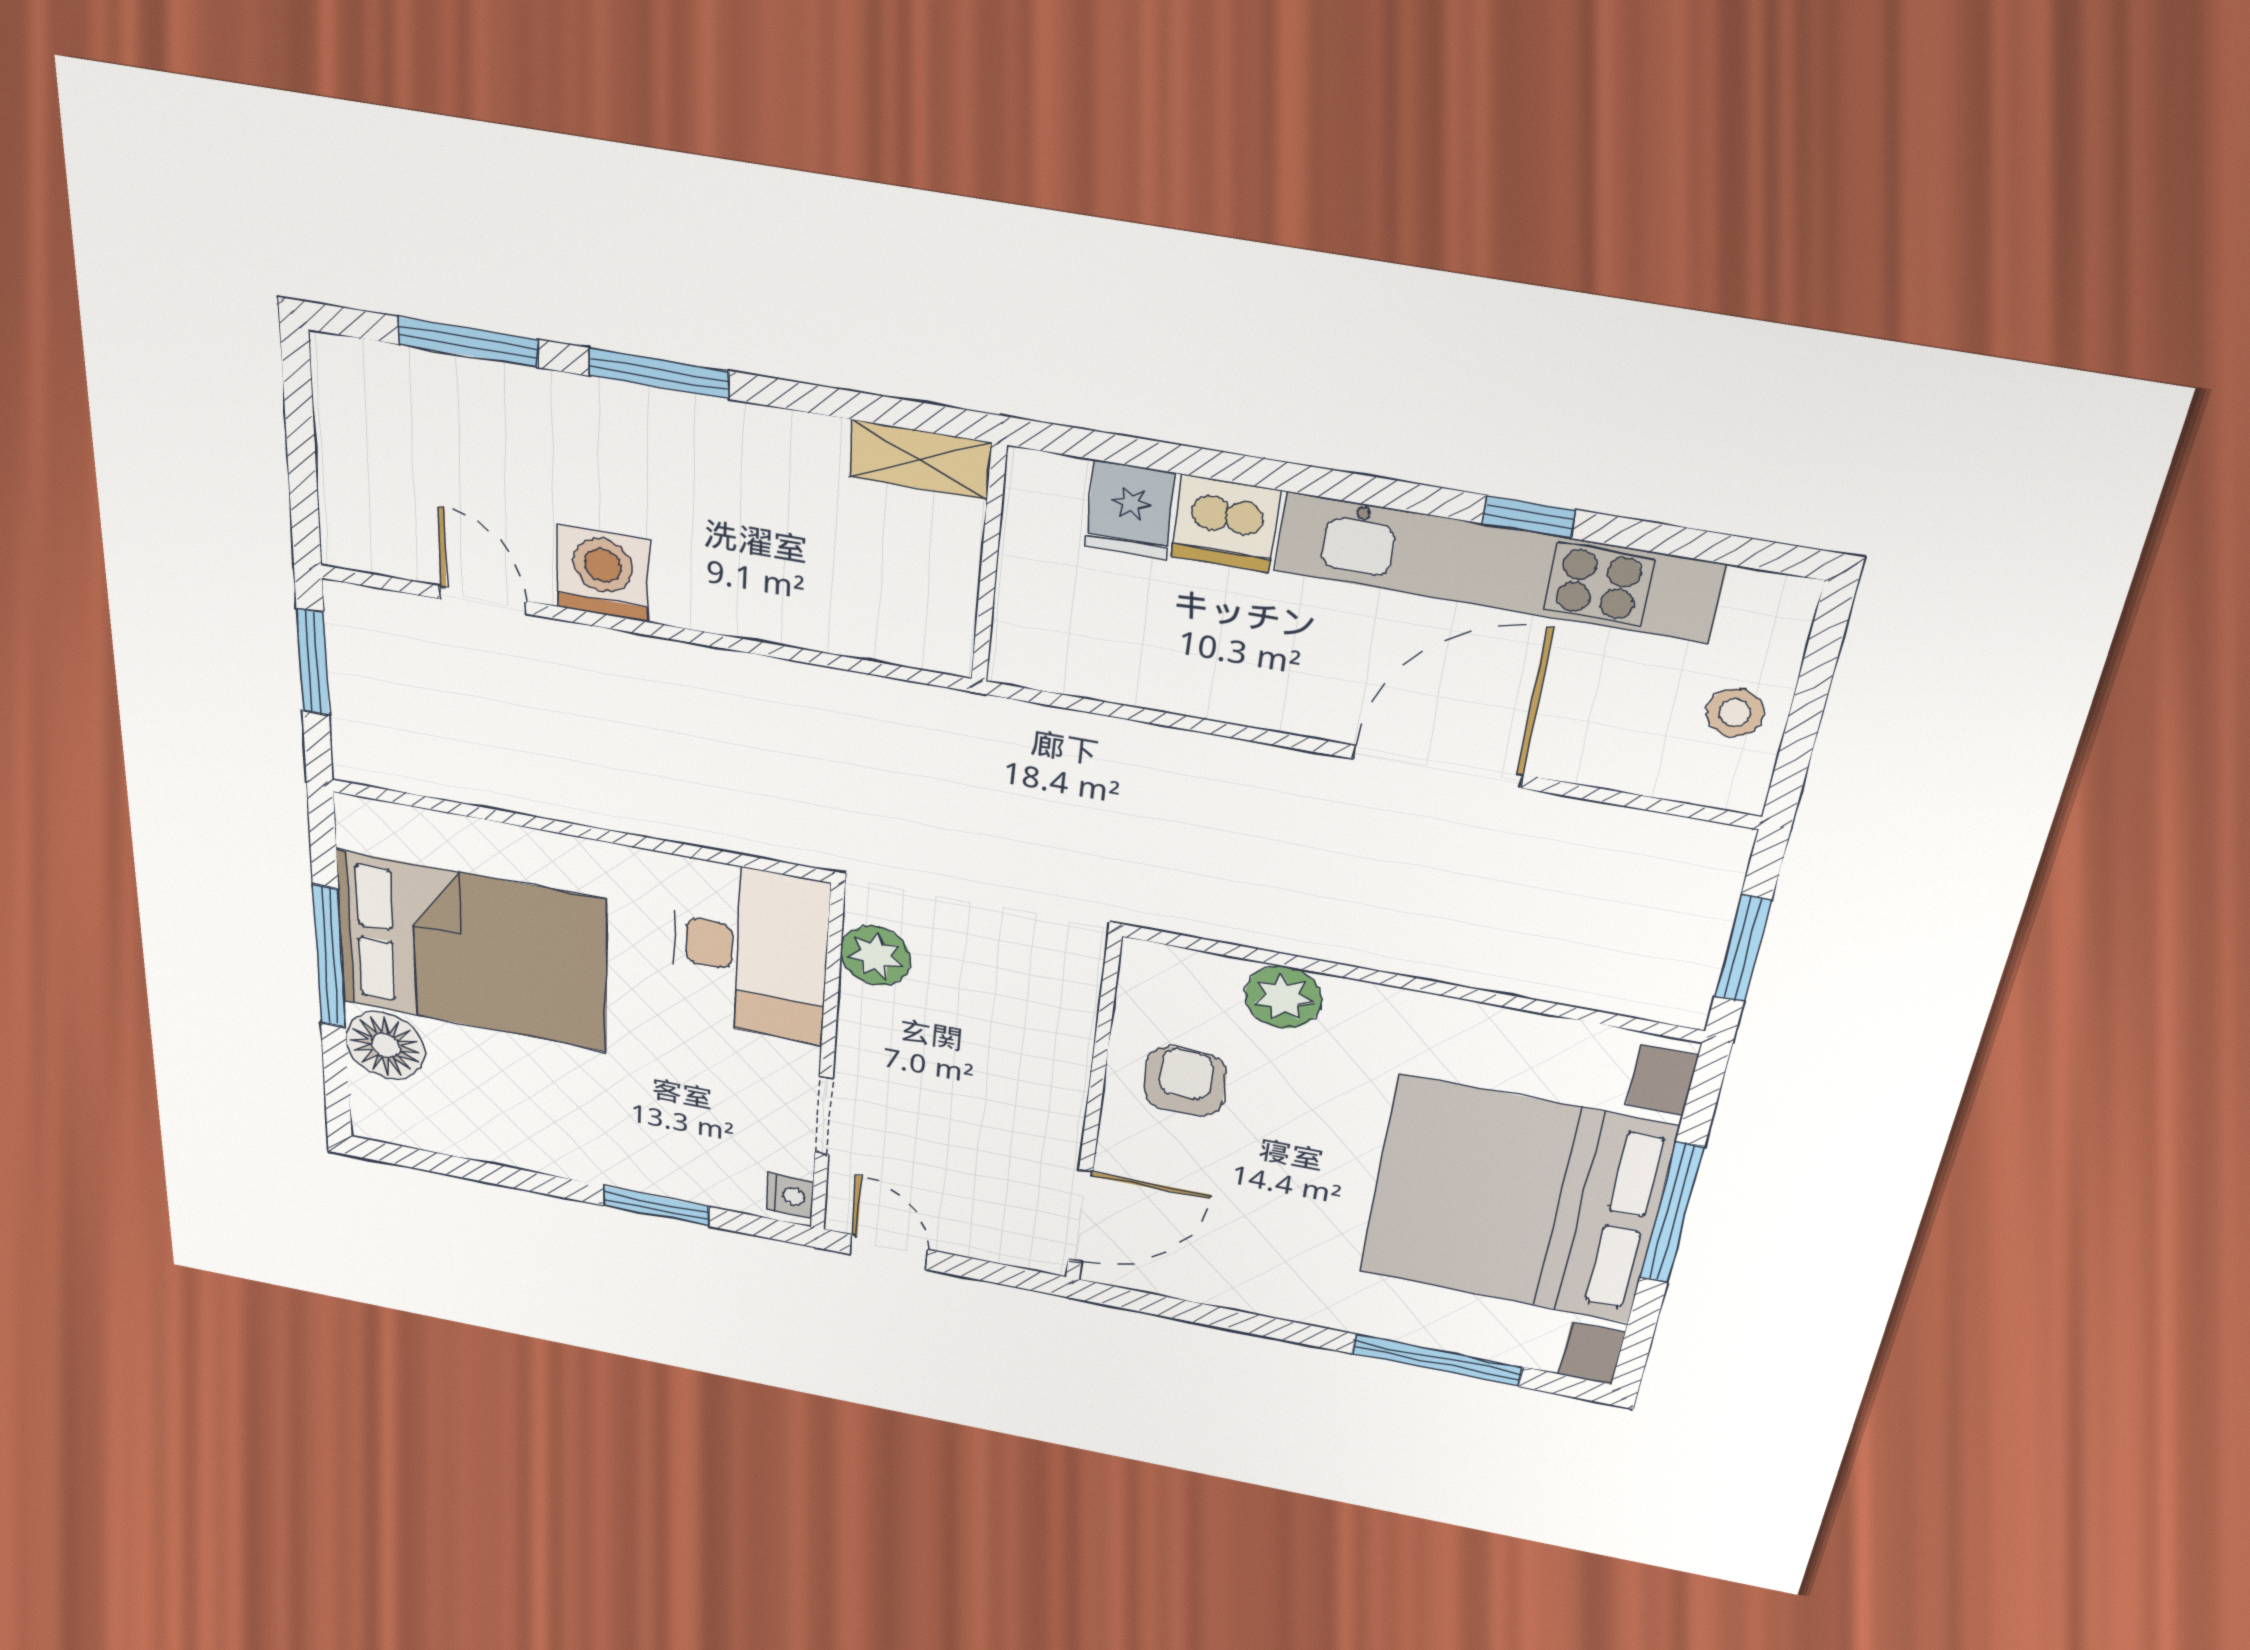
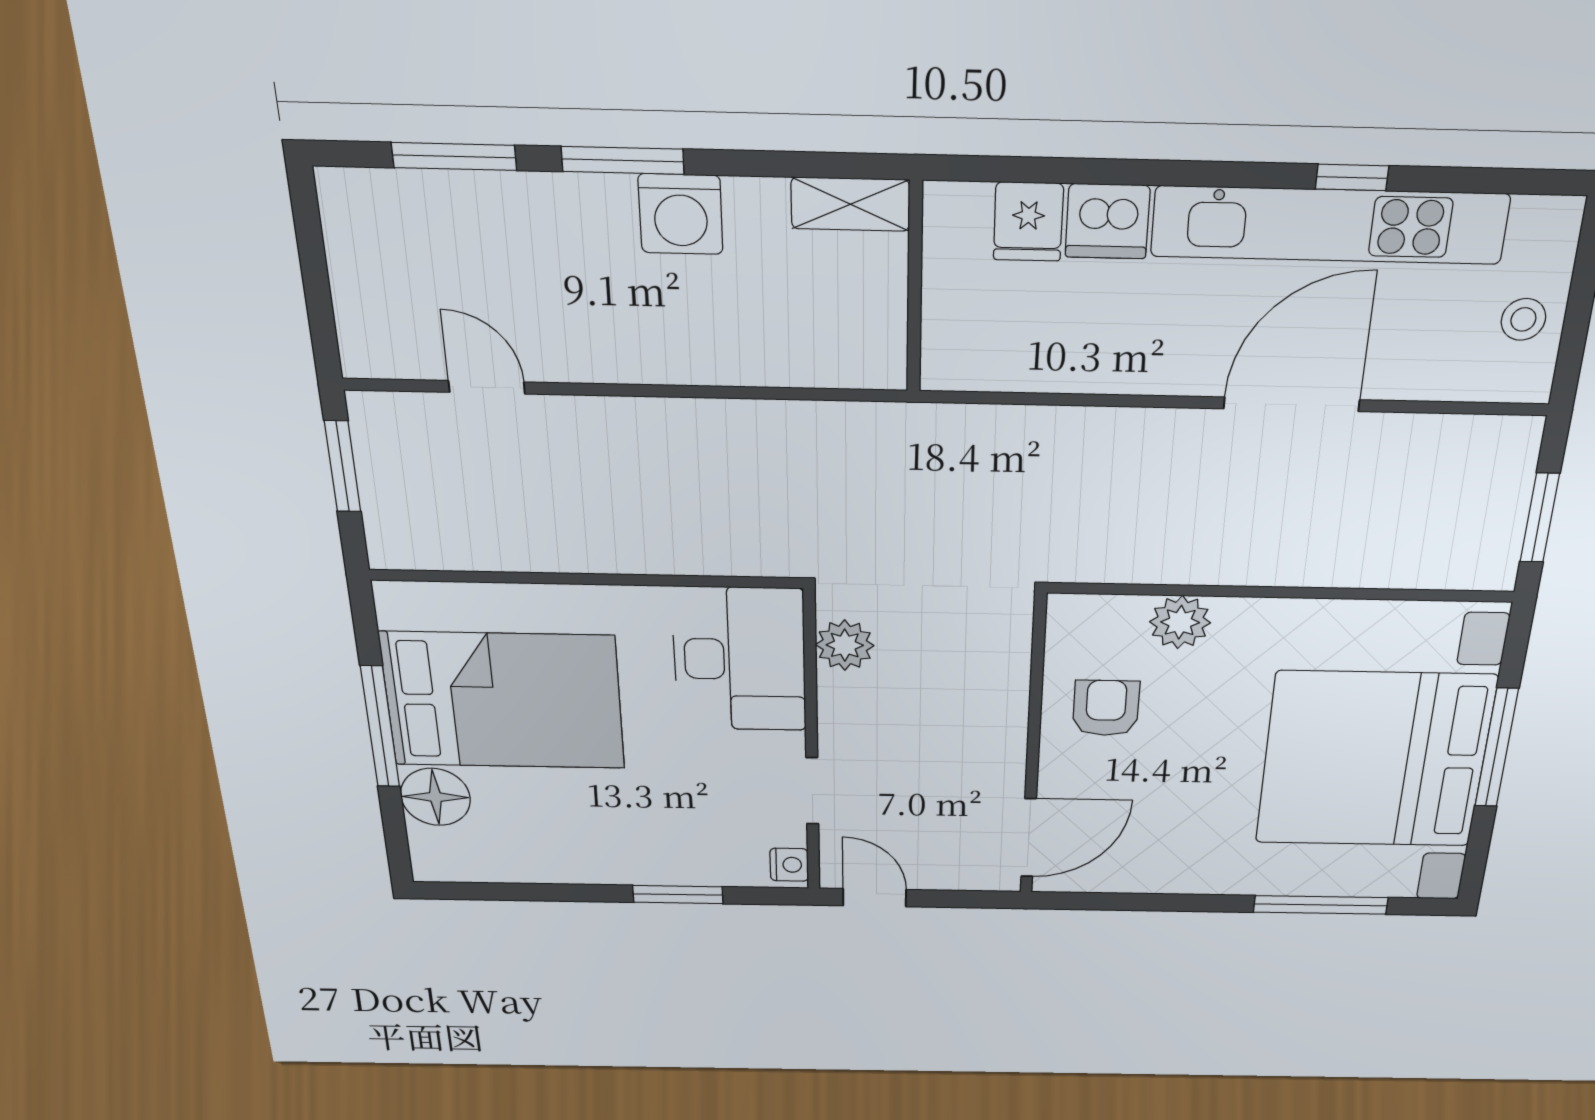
washing machine: (603, 574) -> (681, 214), moved, turned 180

